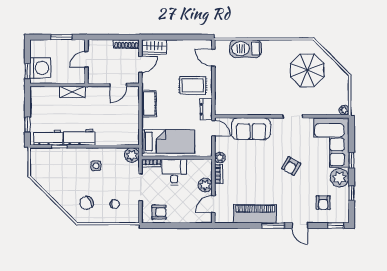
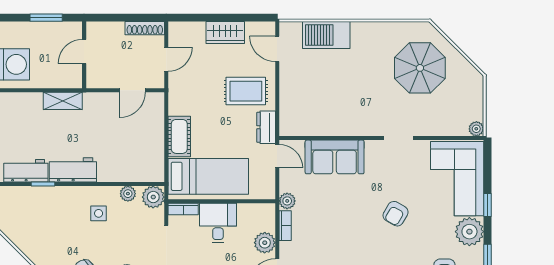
wardrobe: (154, 47) -> (225, 33), moved
cot: (149, 103) -> (179, 136), moved
plant: (115, 153) -> (128, 194), added

